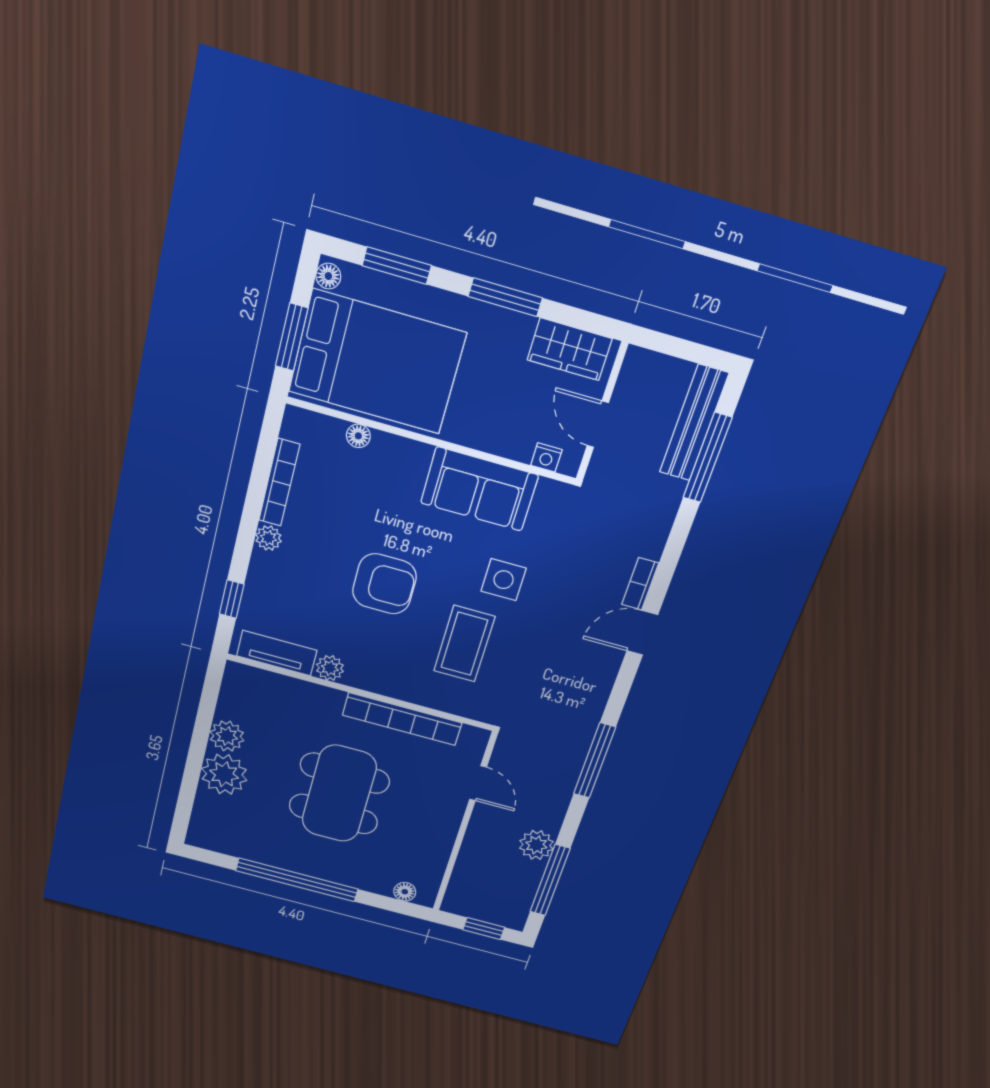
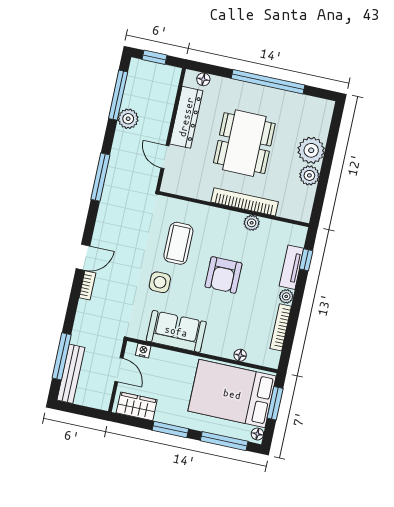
window: (397, 266) -> (224, 441), width x1.44
armchair: (384, 584) -> (223, 275), turned -90
tv unit: (277, 653) -> (291, 267), moved, turned 90
bookcase: (402, 719) -> (245, 202), moved
dresser: (437, 839) -> (186, 117), added

